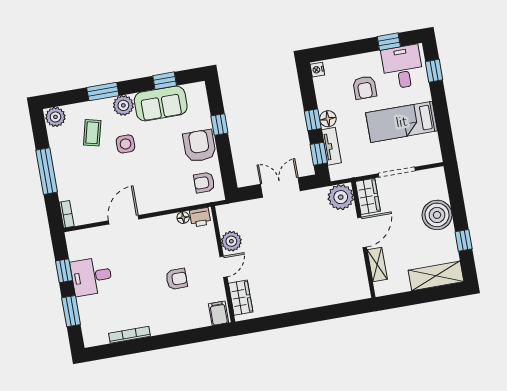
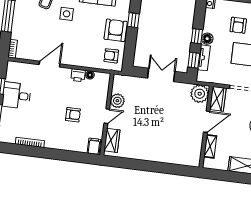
printer: (200, 217) -> (78, 75), moved

